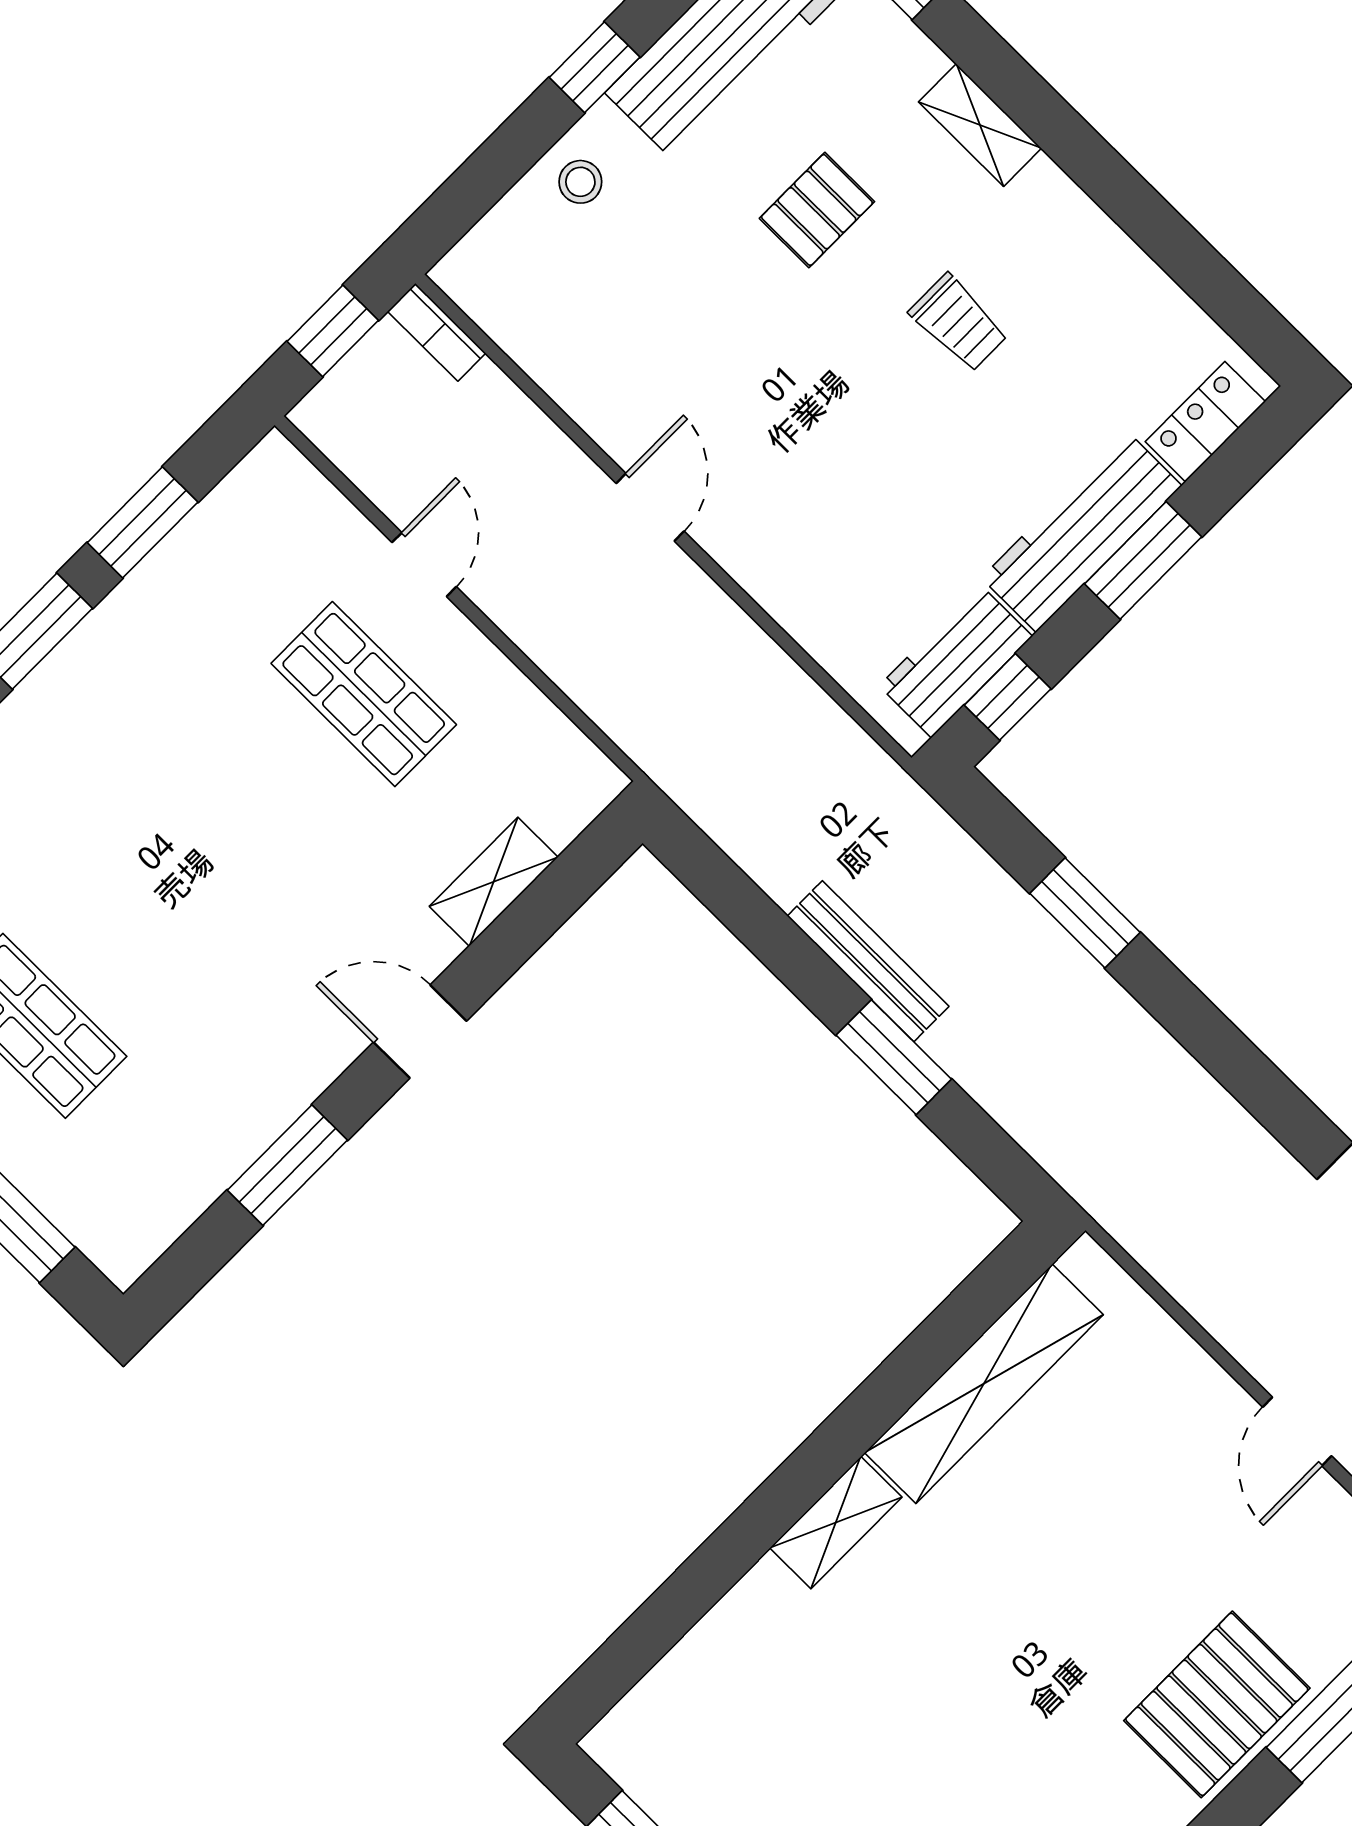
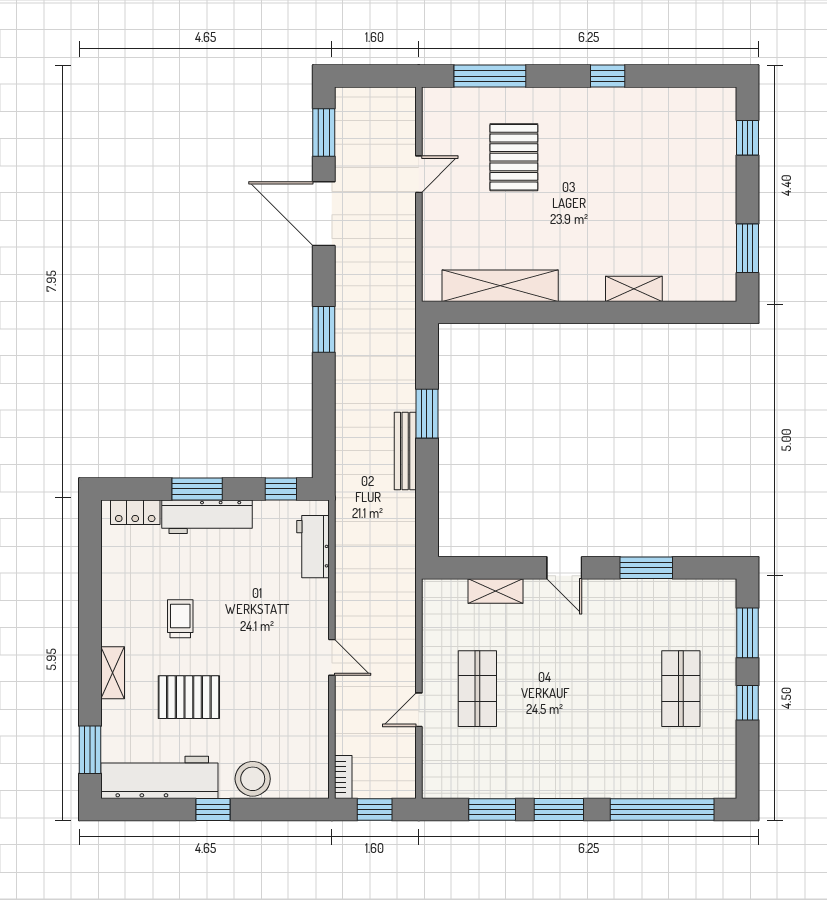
stool: (580, 182) -> (253, 779), width x1.89, depth x1.89
pallet: (817, 210) -> (189, 697), width x1.50, depth x1.42
door: (650, 507) -> (332, 657), swing flipped
workbench: (956, 661) -> (313, 547), moved, turned 90
window: (1085, 913) -> (324, 329), moved
shelving: (836, 1523) -> (634, 289), moved
pallet: (1217, 1704) -> (514, 157), moved, turned 90

